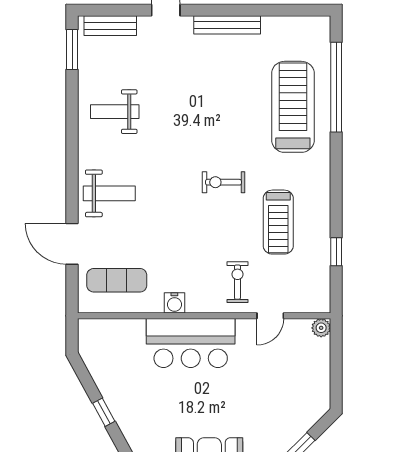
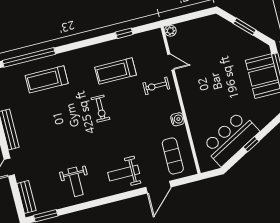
treadmill: (293, 107) -> (47, 79), width x0.73, depth x0.73
weight bench: (109, 193) -> (124, 173), turned -90
treadmill: (278, 222) -> (115, 71), turned 180
bar counter: (191, 343) -> (231, 138), moved, turned -119

